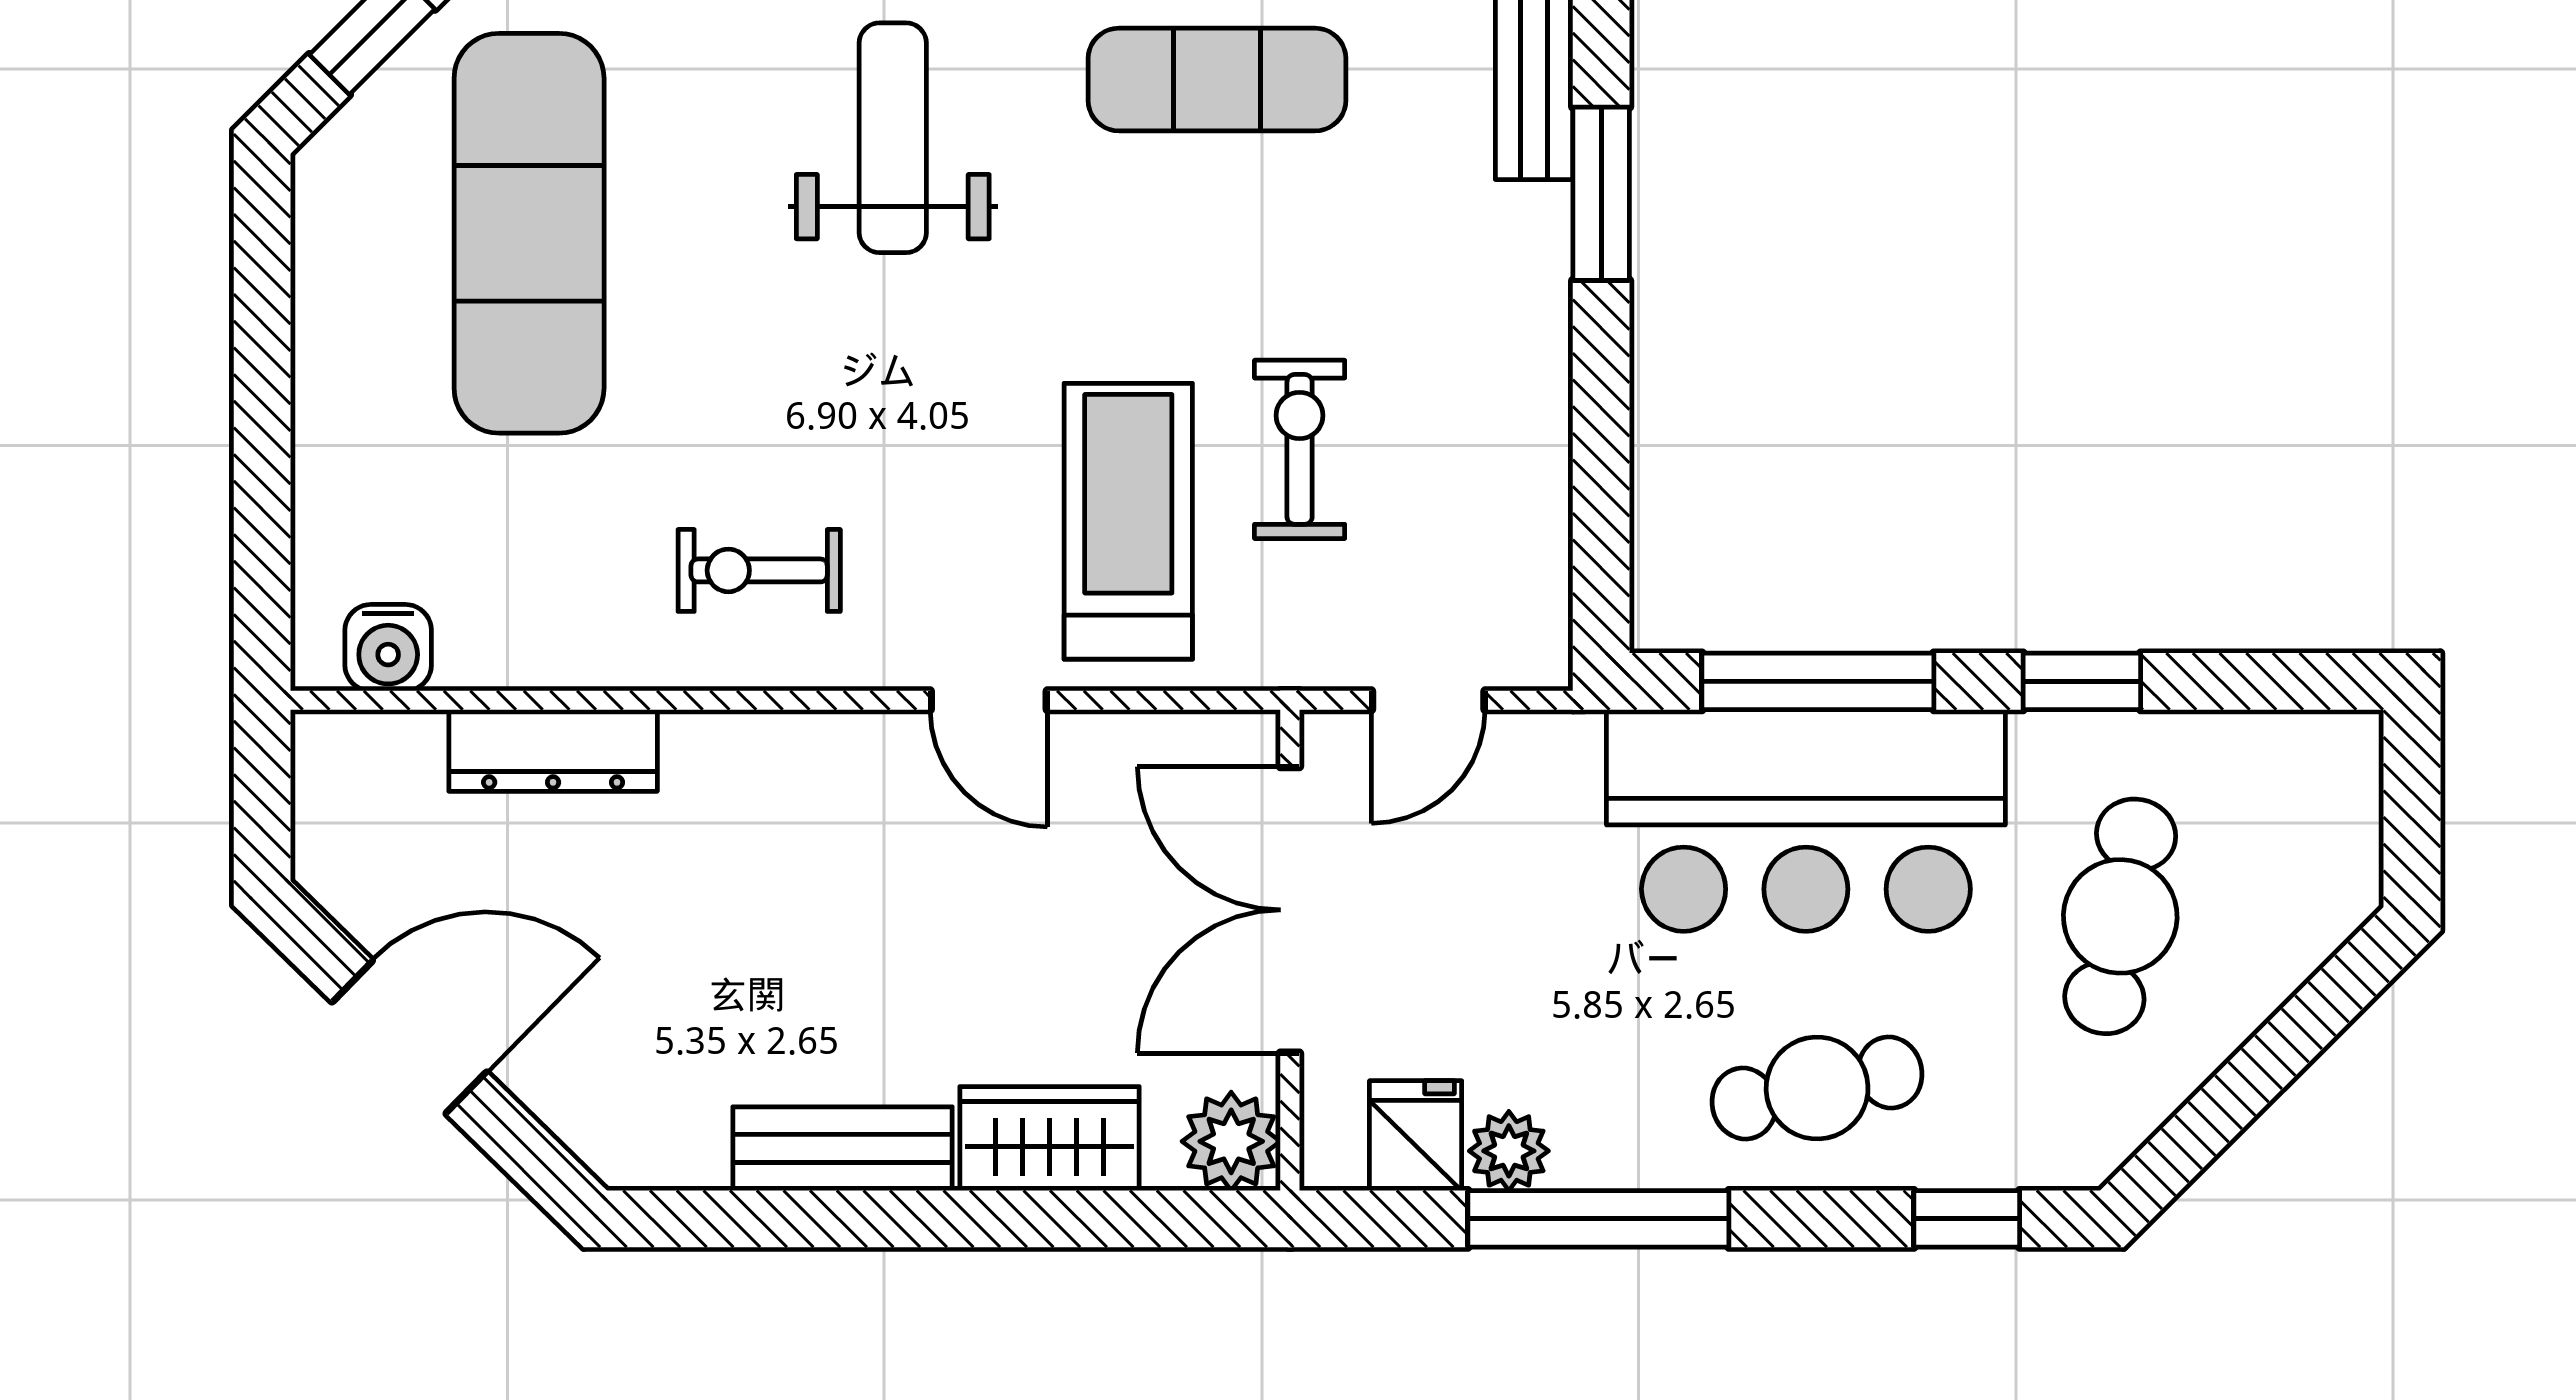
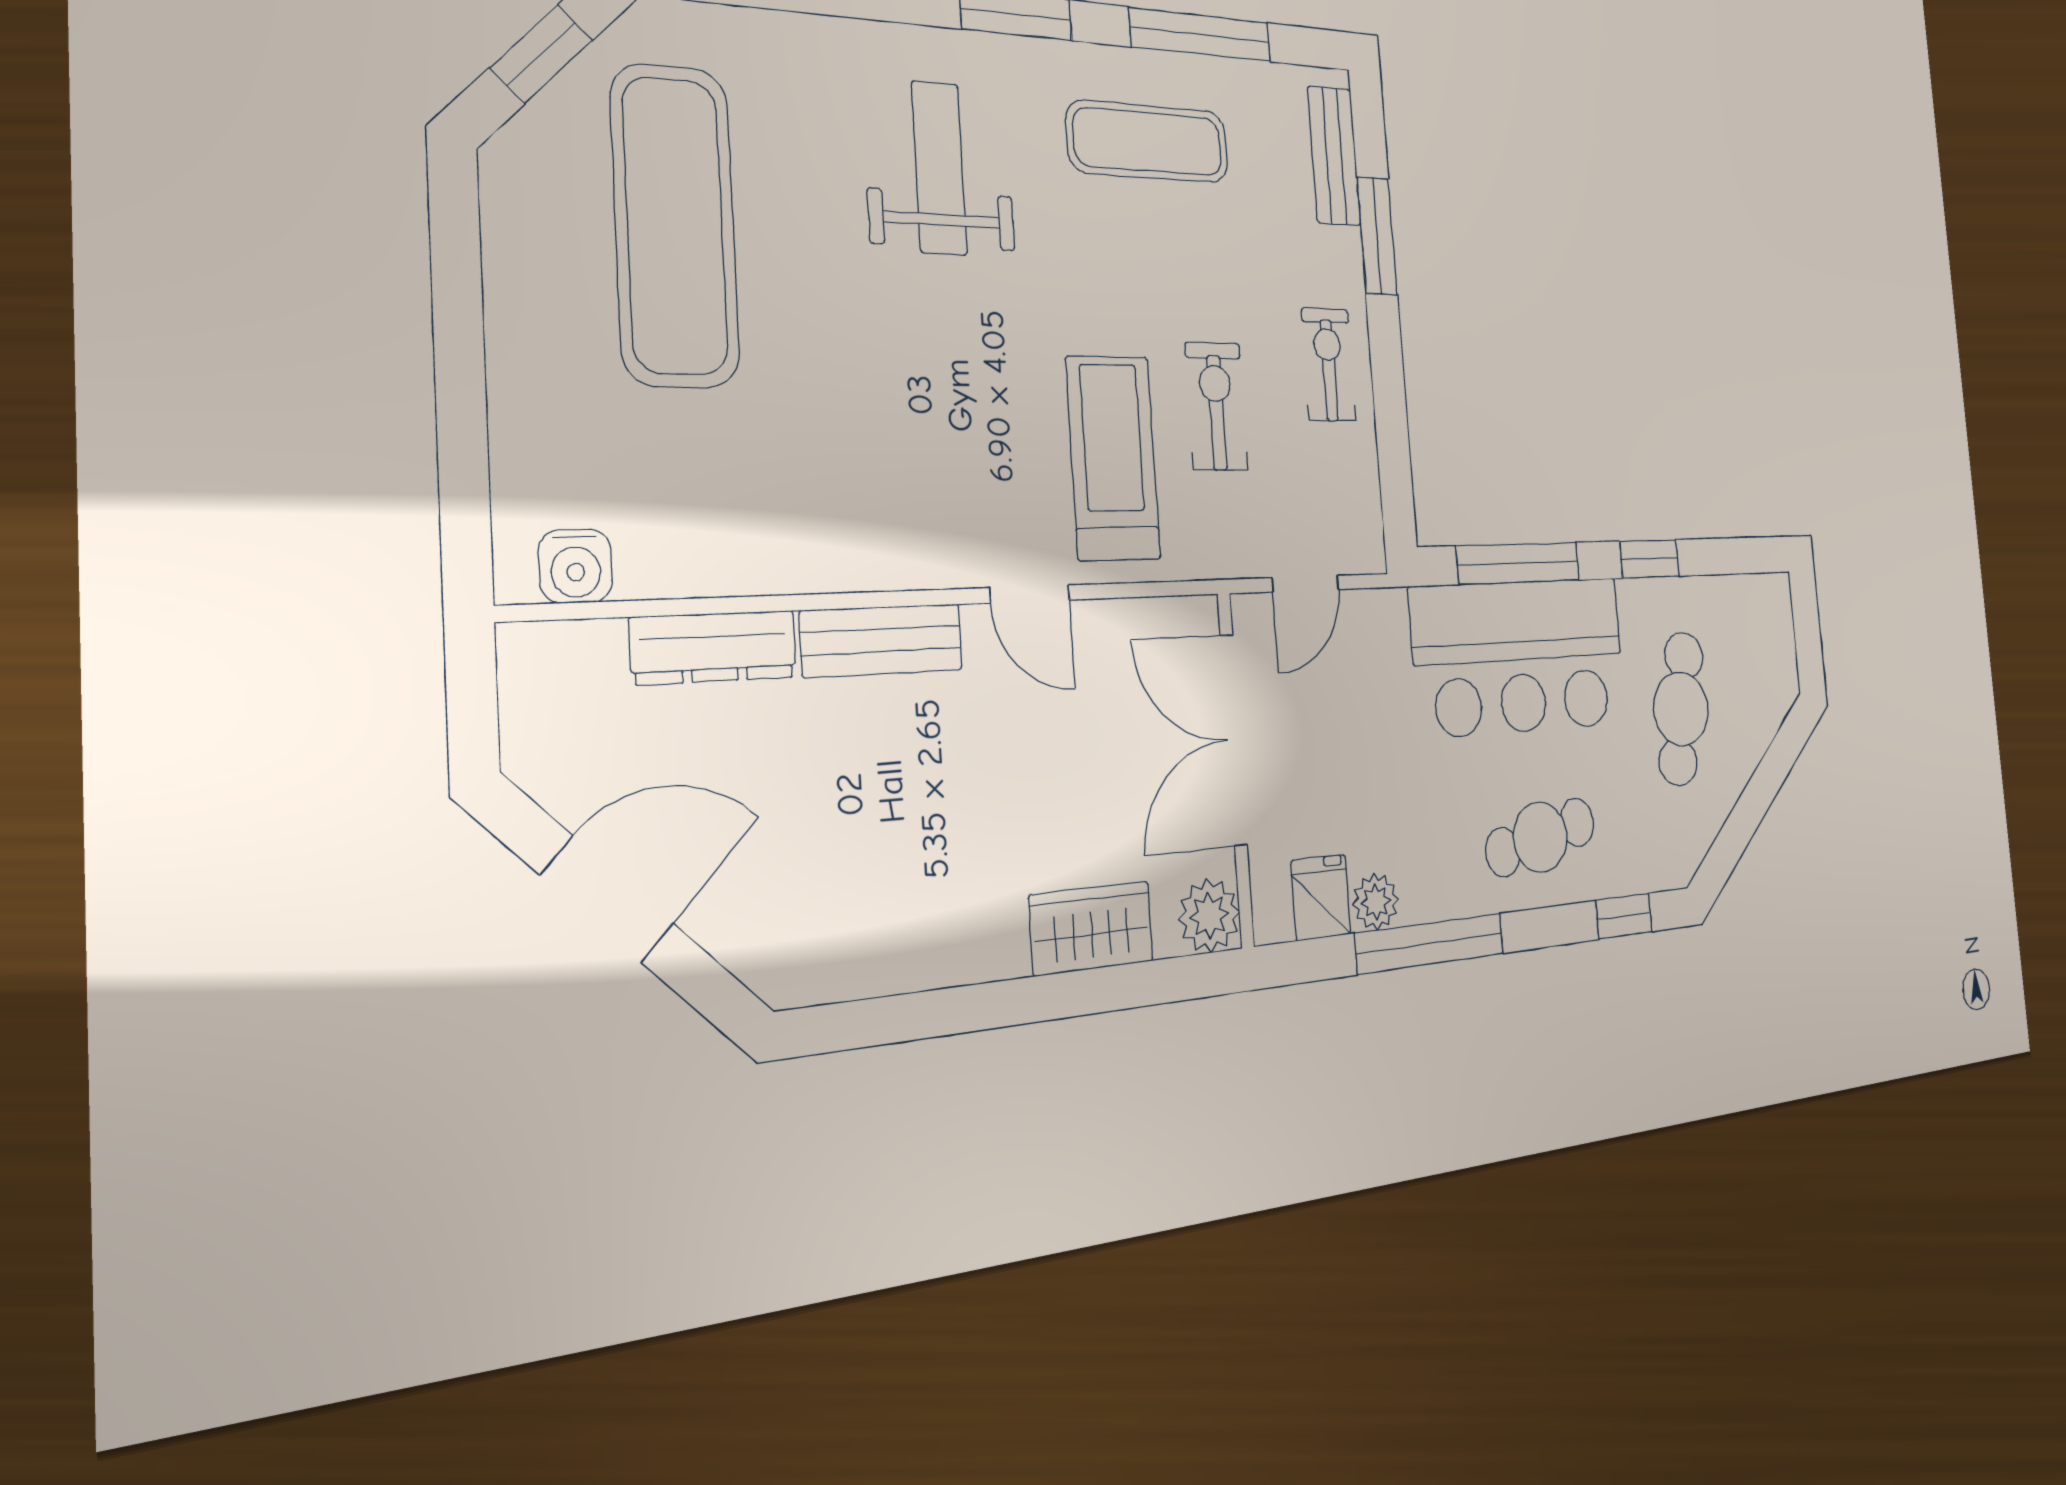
exercise bike: (759, 570) -> (1329, 365), moved, turned 90
bench: (842, 1149) -> (882, 640), moved

